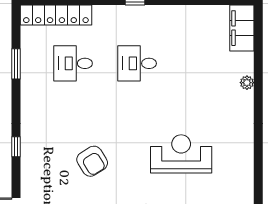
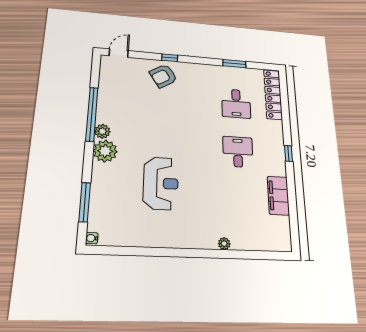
filing cabinet: (242, 28) -> (278, 196), moved, turned -90
desk: (73, 63) -> (236, 104), turned 180
armchair: (92, 161) -> (163, 76), moved

